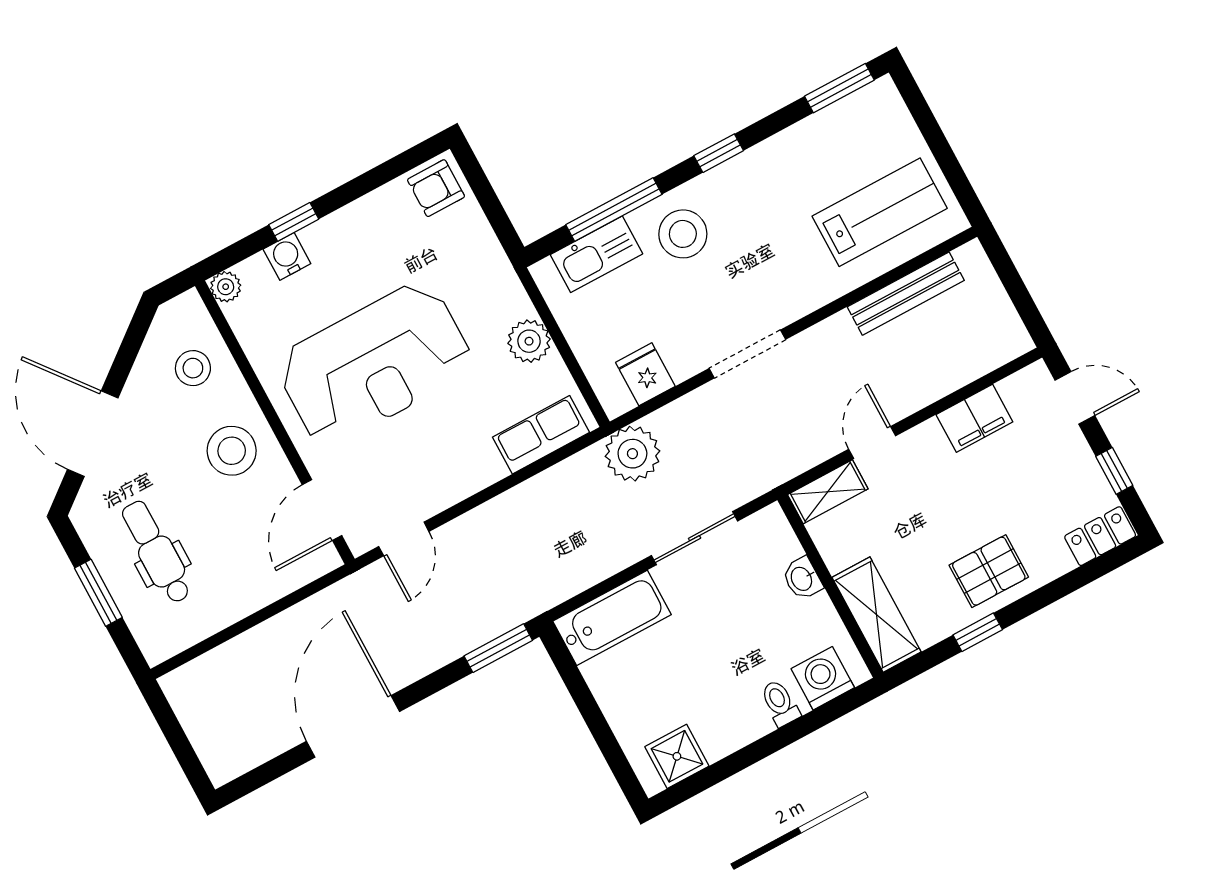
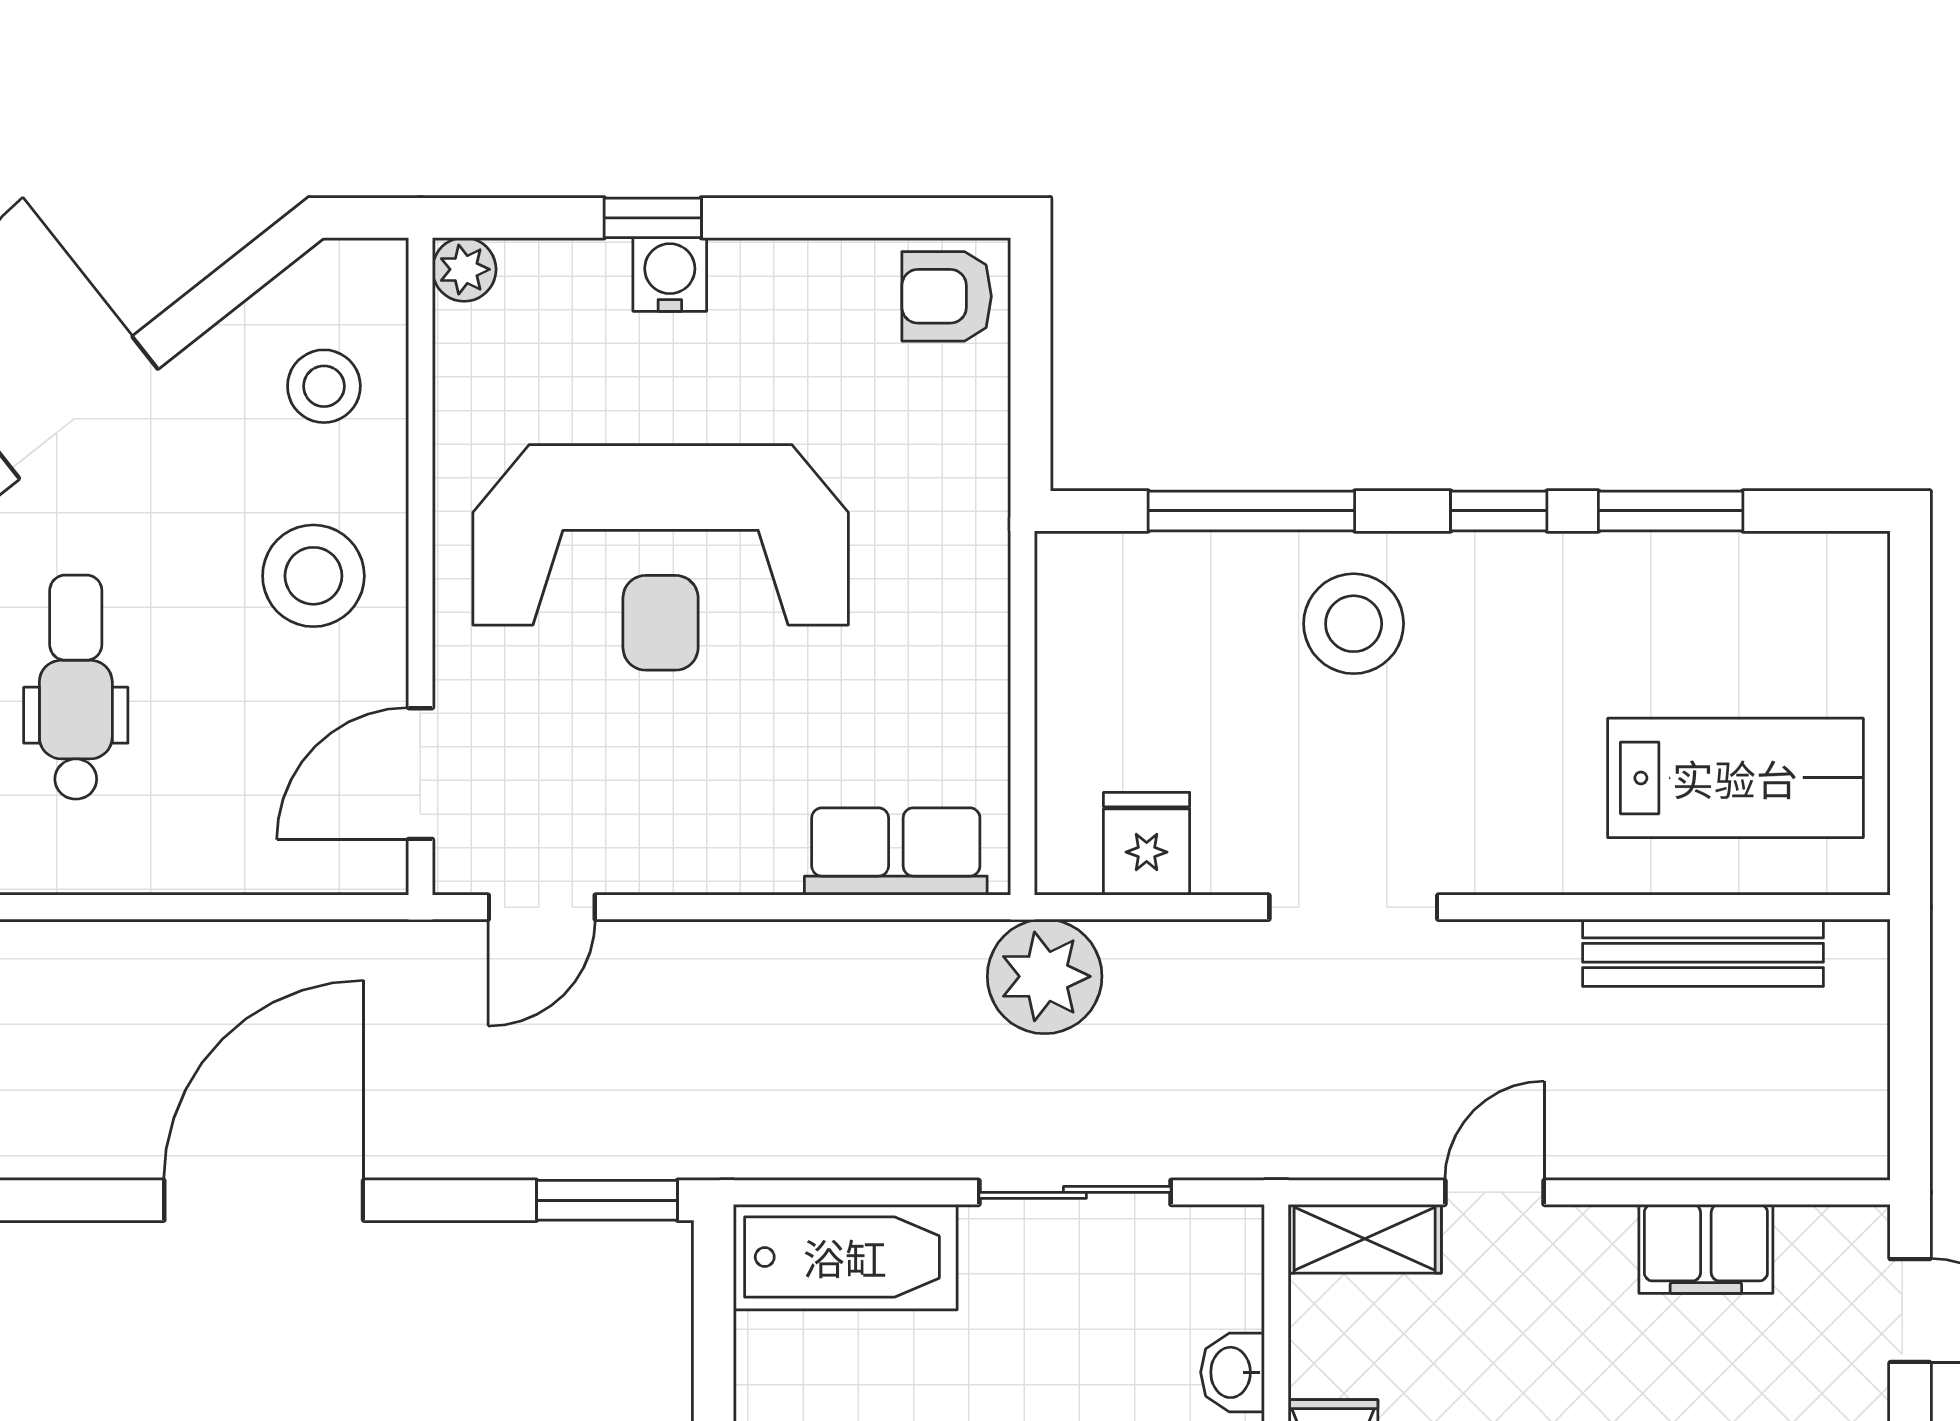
window: (839, 88) -> (1671, 511), moved
kitchen sink: (596, 254) -> (1175, 576), removed
water cooler: (287, 256) -> (670, 274), moved
plant: (529, 341) -> (966, 668), removed

